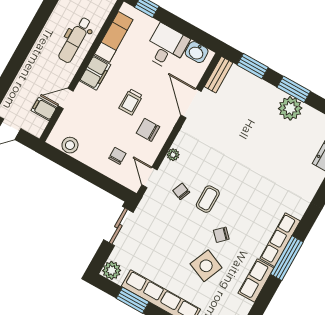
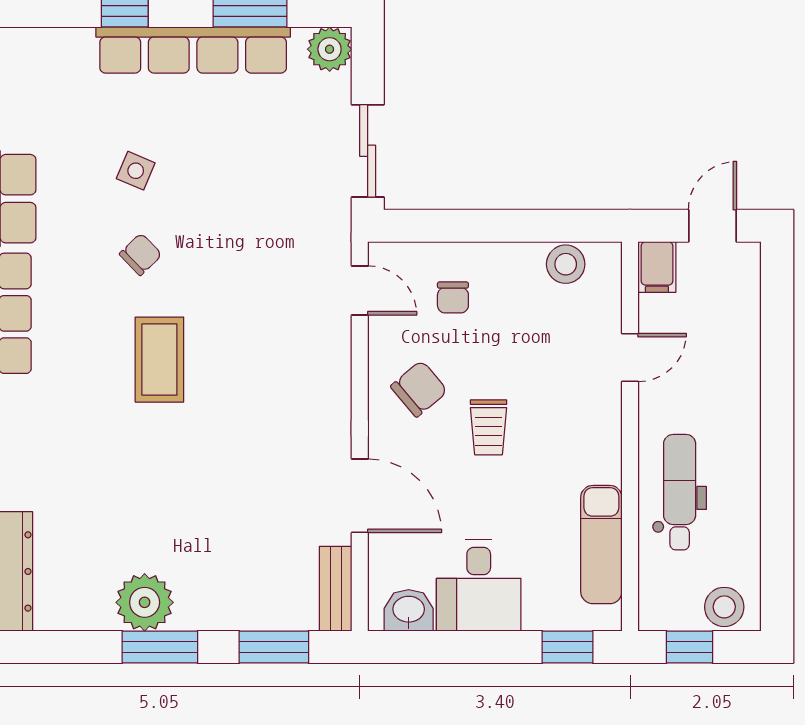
filing cabinet: (95, 73) -> (598, 447), removed
trolley: (131, 102) -> (488, 427), turned 180
filing cabinet: (44, 109) -> (657, 267), moved, turned 90
chair: (148, 130) -> (419, 389), turned -40
plant: (173, 155) -> (337, 366), removed
chair: (181, 191) -> (276, 298), removed
coffee table: (208, 199) -> (159, 360), moved, width x1.36, depth x1.30
side table: (206, 266) -> (136, 171), width x0.54, depth x0.54

